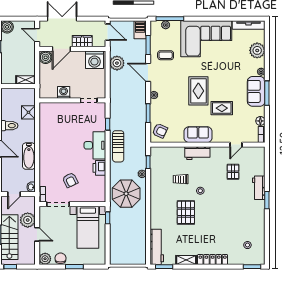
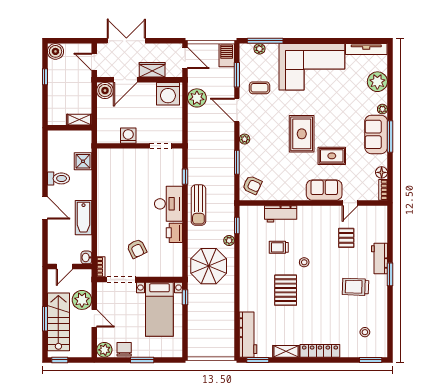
sofa: (198, 135) -> (324, 190), moved
workbench: (197, 153) -> (281, 214), moved
trolley: (240, 210) -> (356, 287), added

